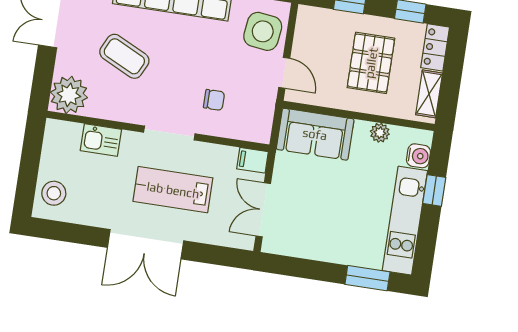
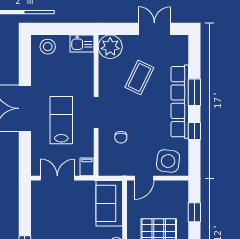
kitchen sink: (101, 140) -> (82, 43), moved, turned -90

